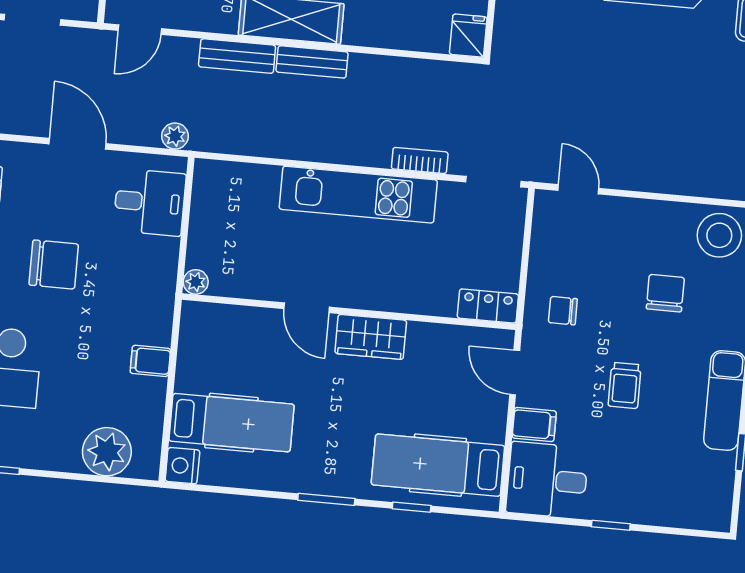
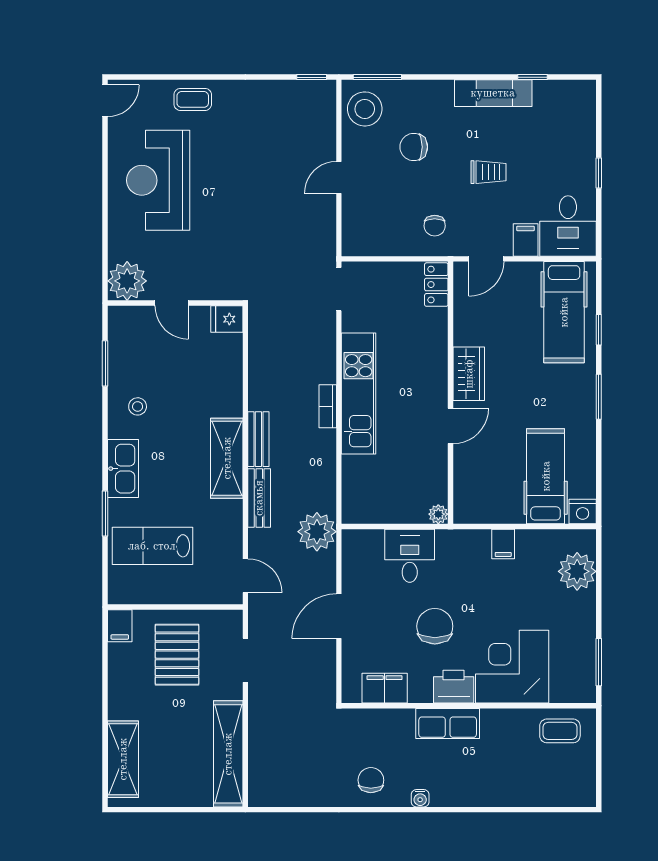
plant: (175, 136) -> (317, 532), width x1.88, depth x1.88
bookcase: (420, 160) -> (328, 406), moved
door: (578, 189) -> (339, 177), moved
desk: (150, 202) -> (410, 556), moved

